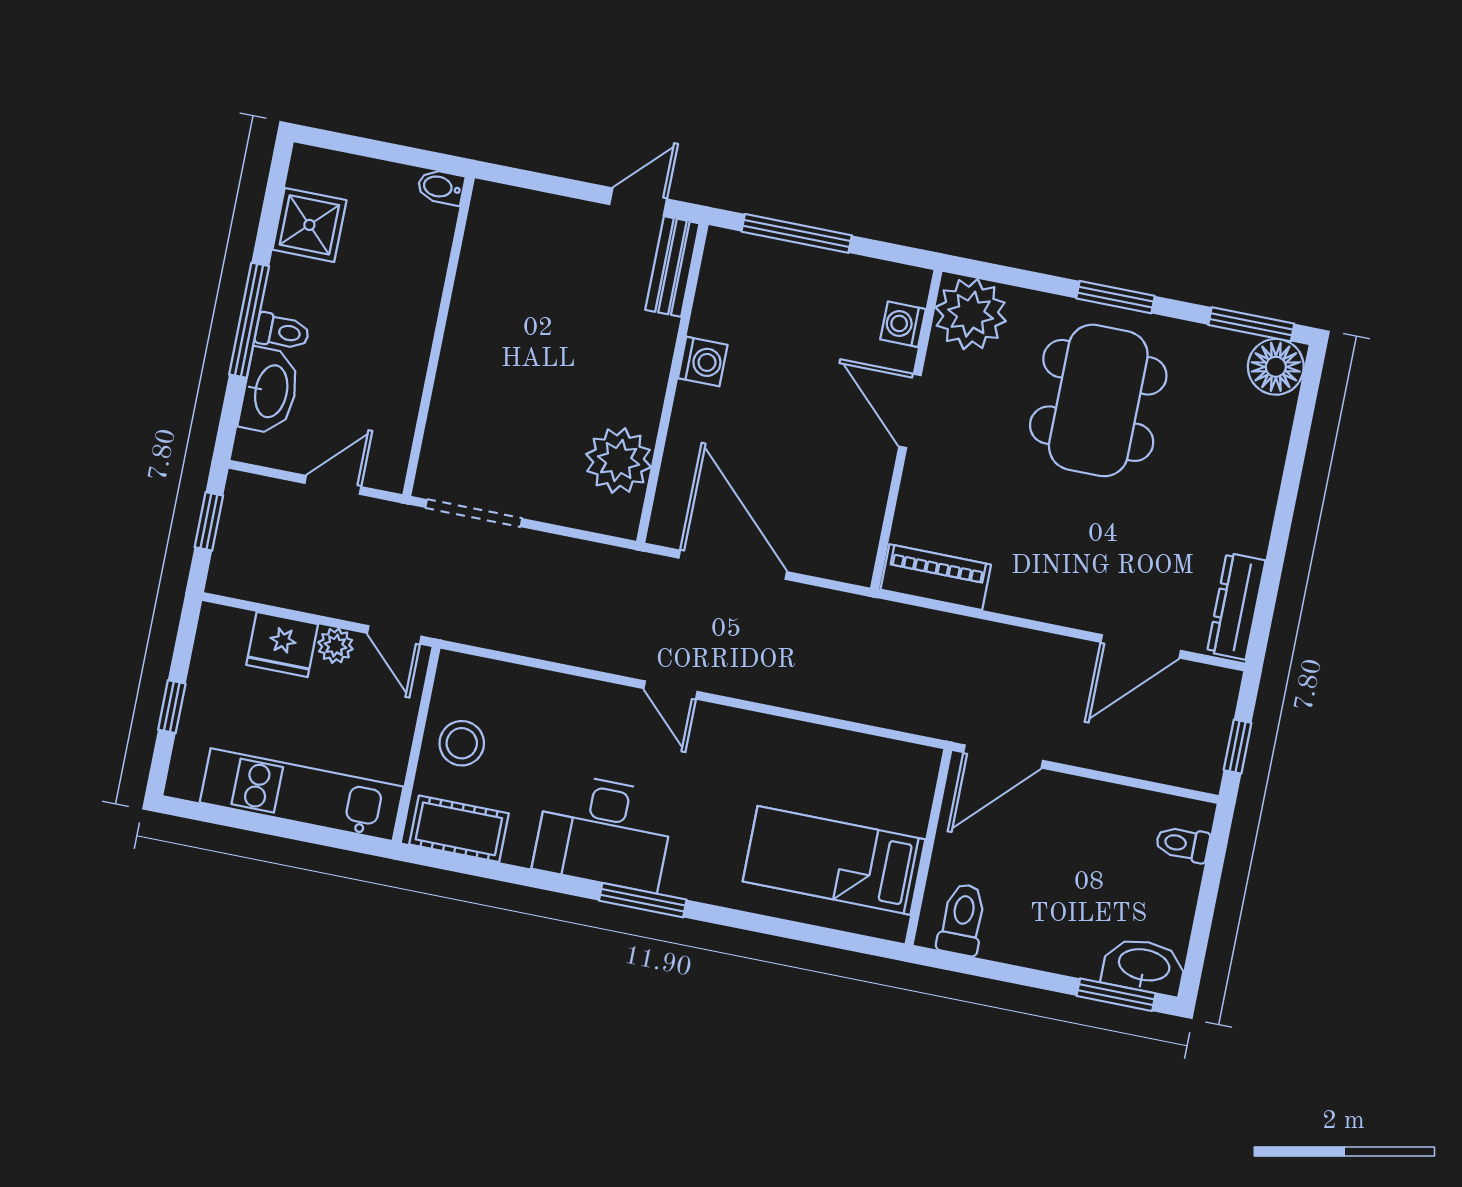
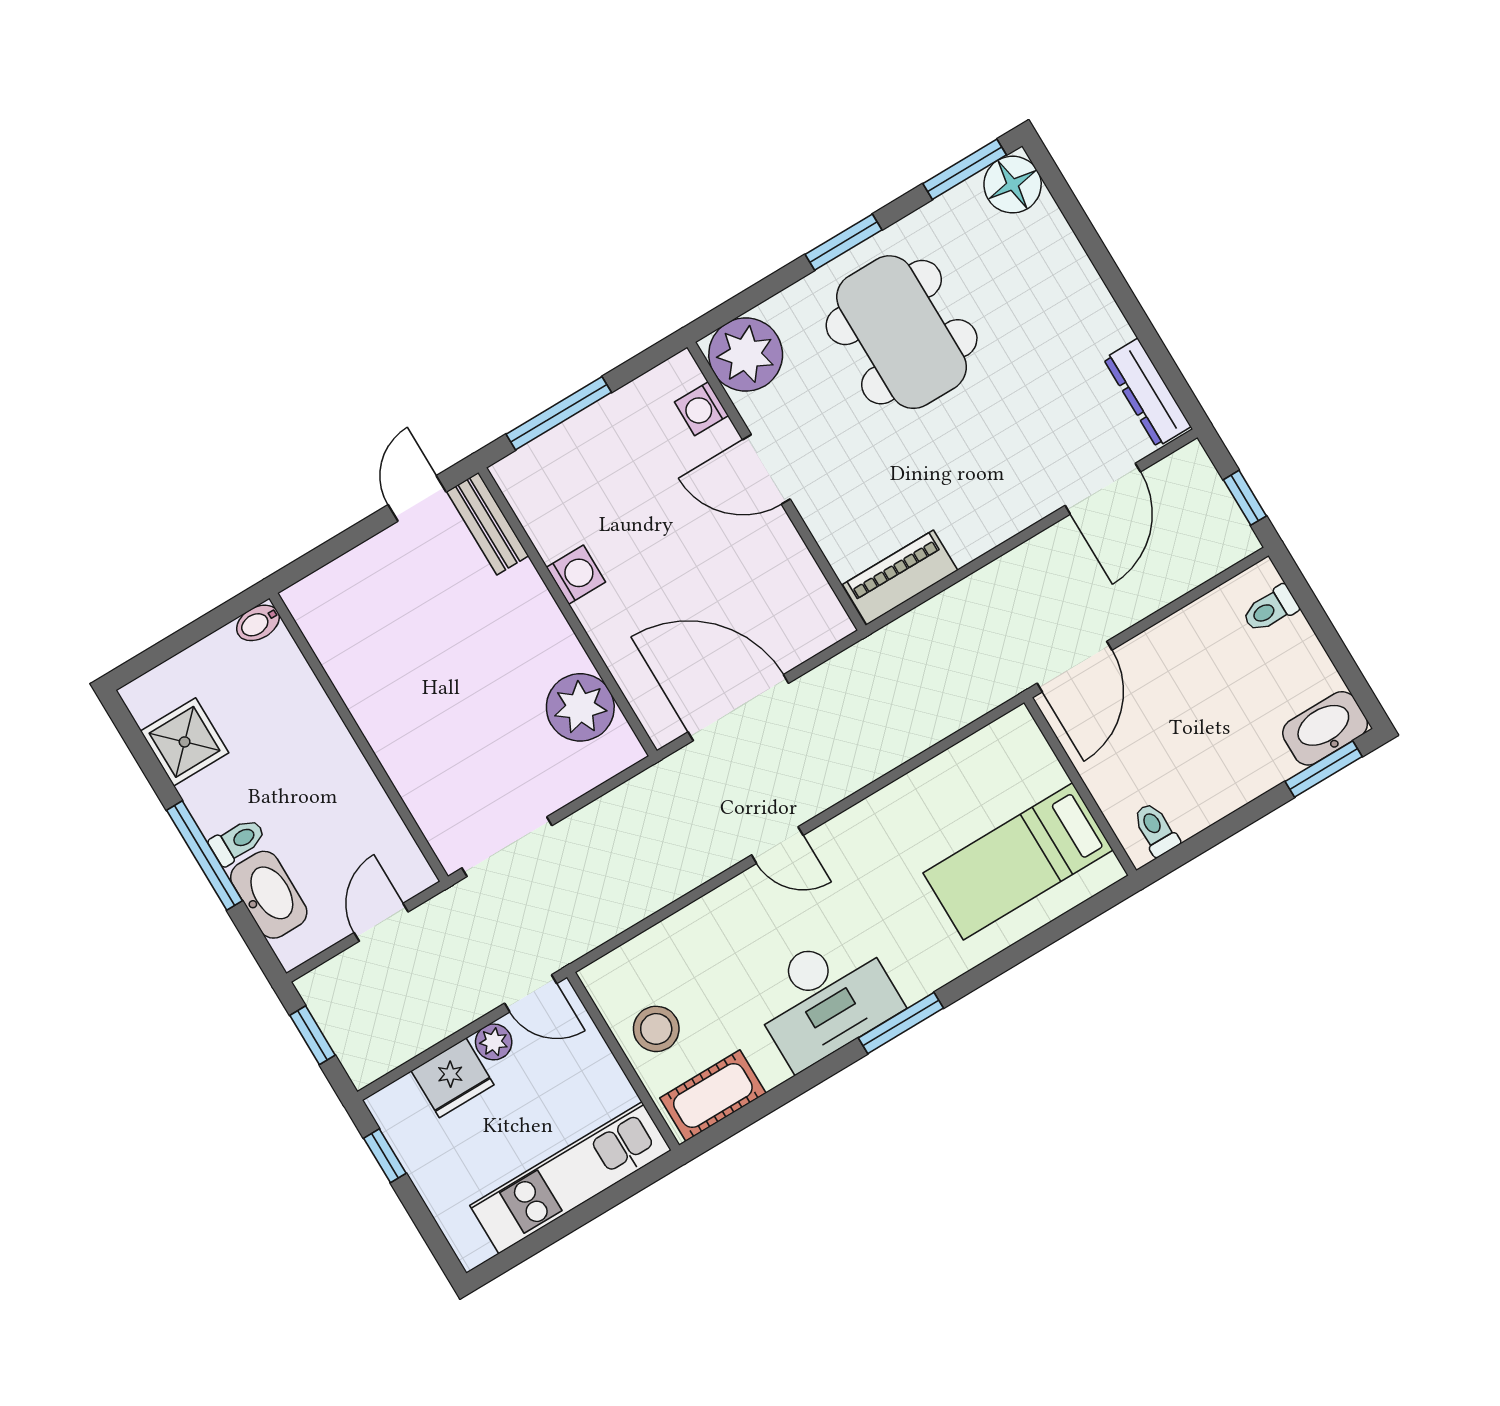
window: (172, 707) -> (385, 1156), moved
toilet: (962, 919) -> (1156, 829), width x0.73, depth x0.72

